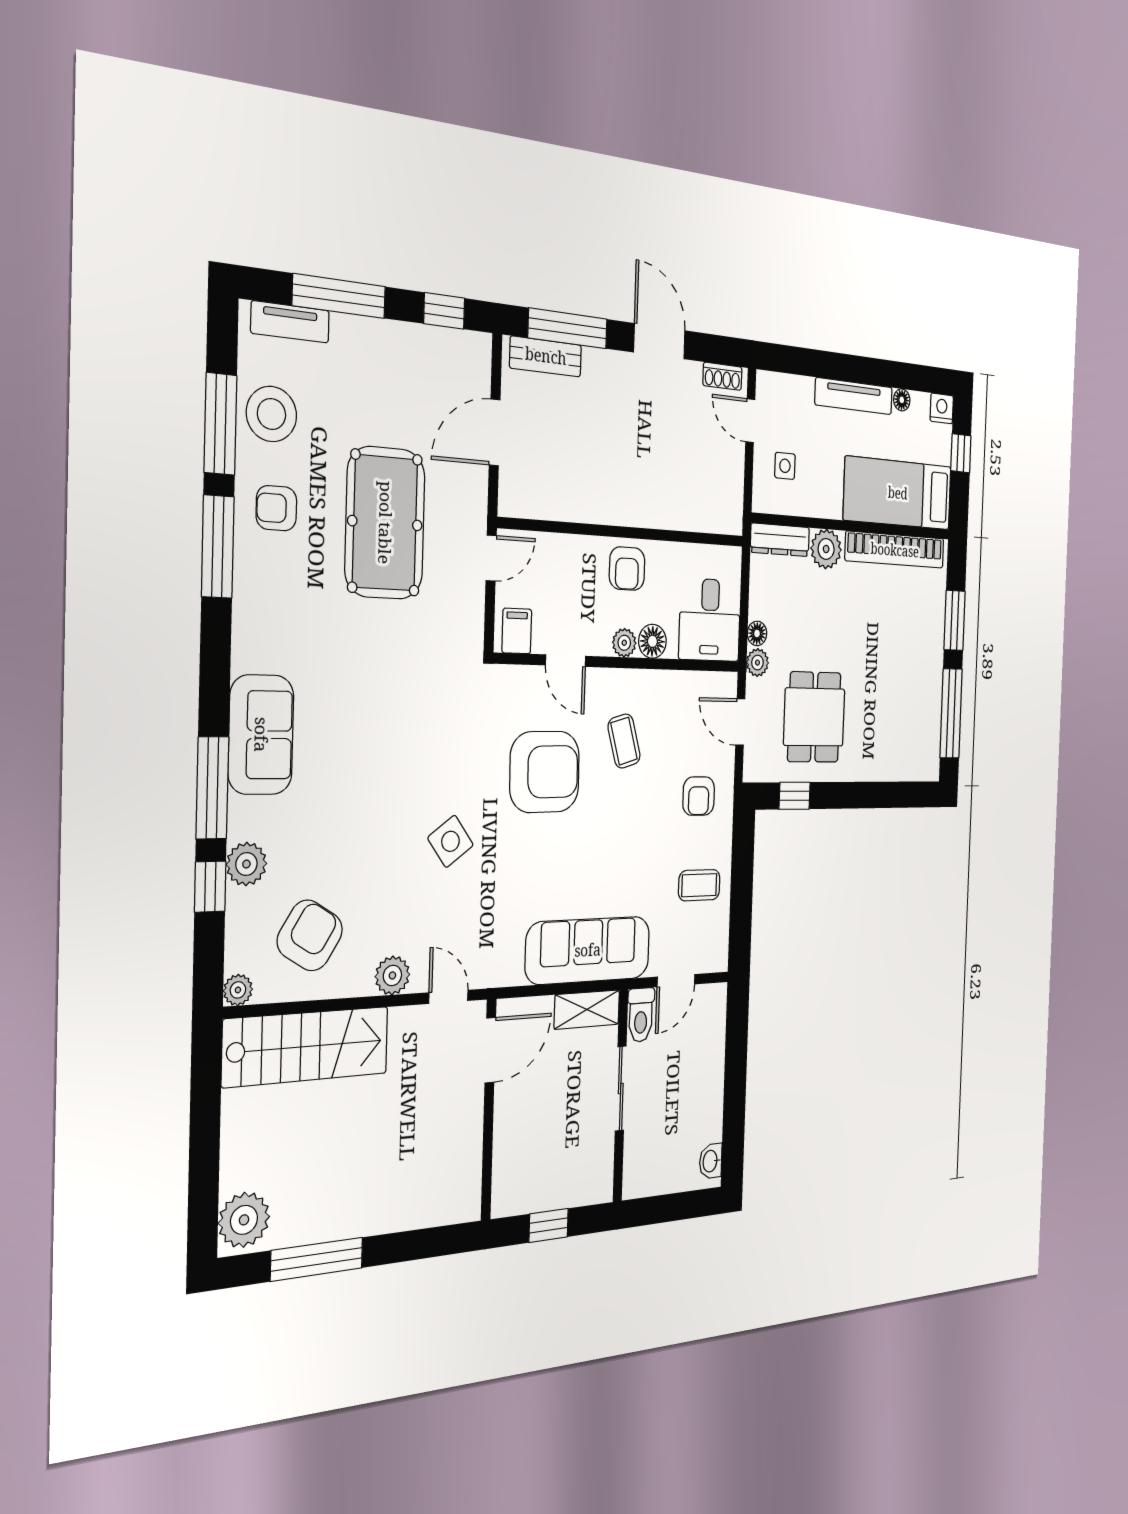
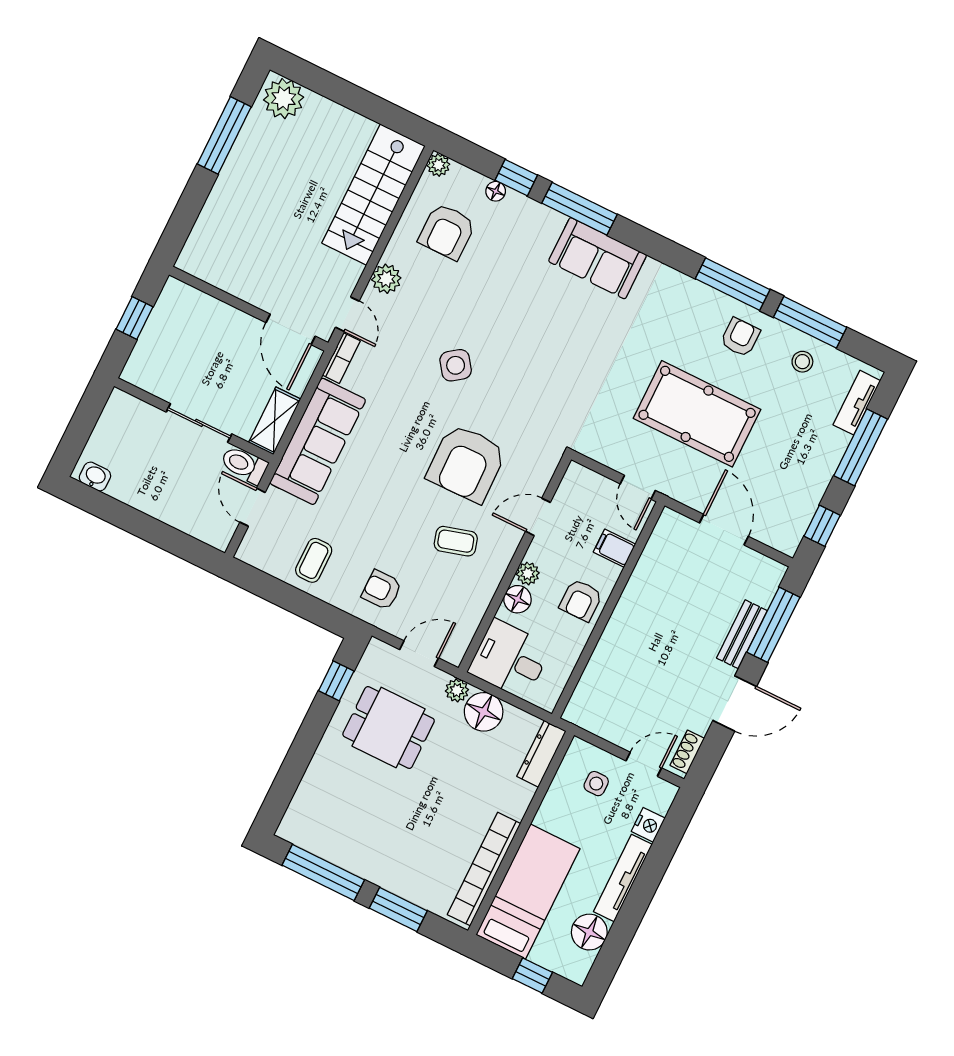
bench: (546, 356) -> (742, 634), moved
floor lamp: (902, 400) -> (589, 932), width x1.89, depth x1.89
nightstand: (942, 408) -> (648, 825), moved
stool: (271, 414) -> (802, 362), width x0.53, depth x0.53
plant: (826, 549) -> (515, 797), removed
armchair: (627, 568) -> (581, 600), turned -90
filing cabinet: (517, 631) -> (614, 548), moved, turned 180
floor lamp: (757, 633) -> (484, 712), width x1.89, depth x1.89
plant: (246, 864) -> (518, 209), removed
floor lamp: (238, 903) -> (496, 191), added
armchair: (310, 935) -> (447, 231), turned 58
bookcase: (496, 976) -> (341, 358), added
door: (448, 997) -> (347, 314), hinge flipped

